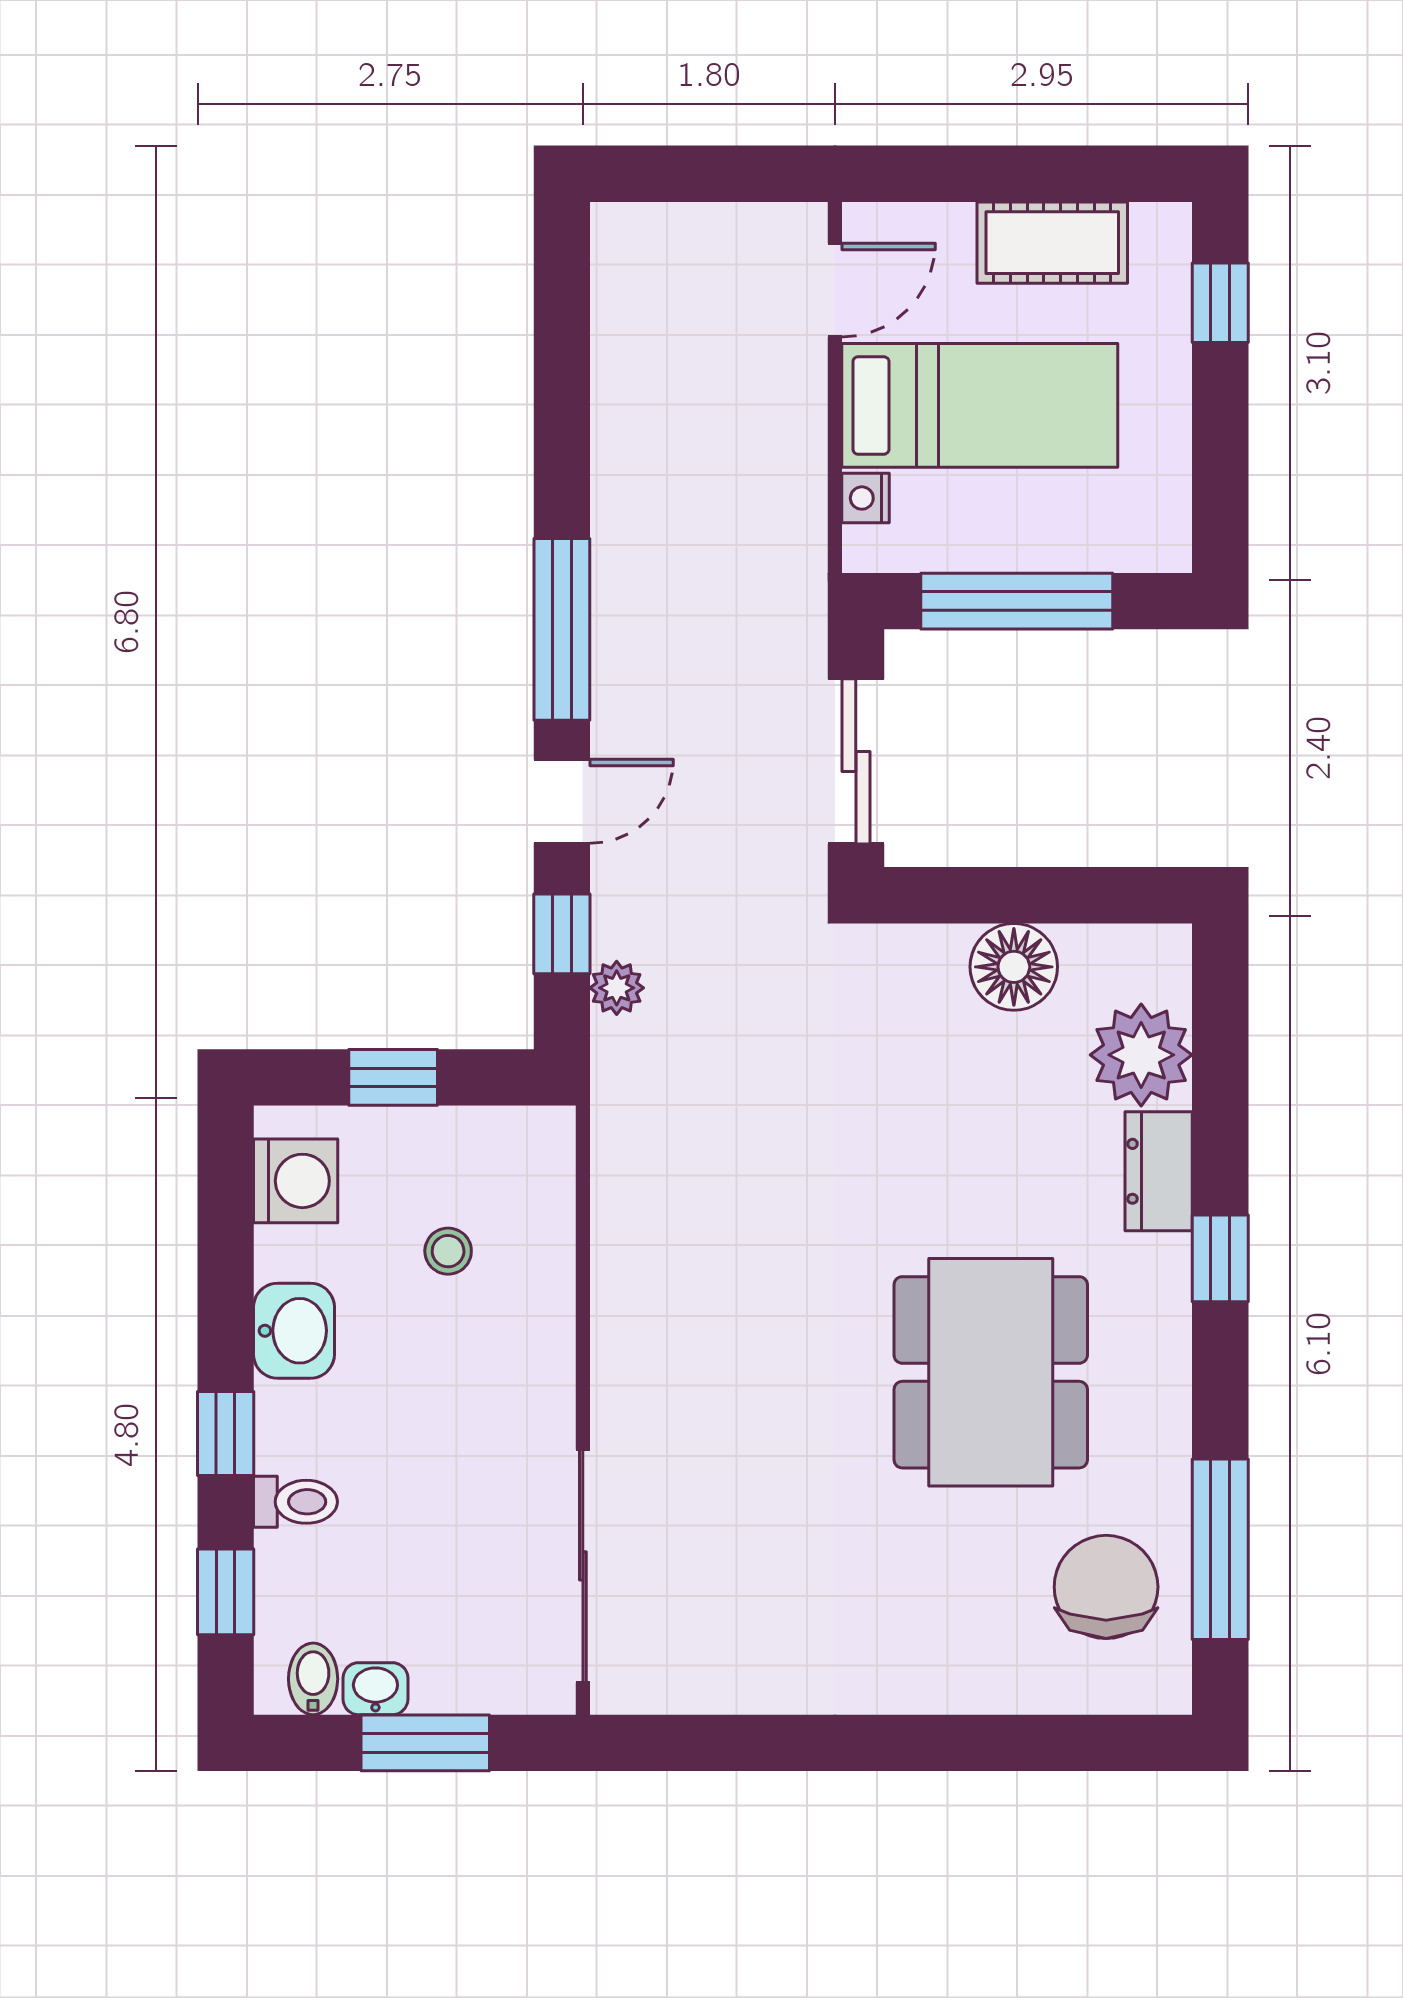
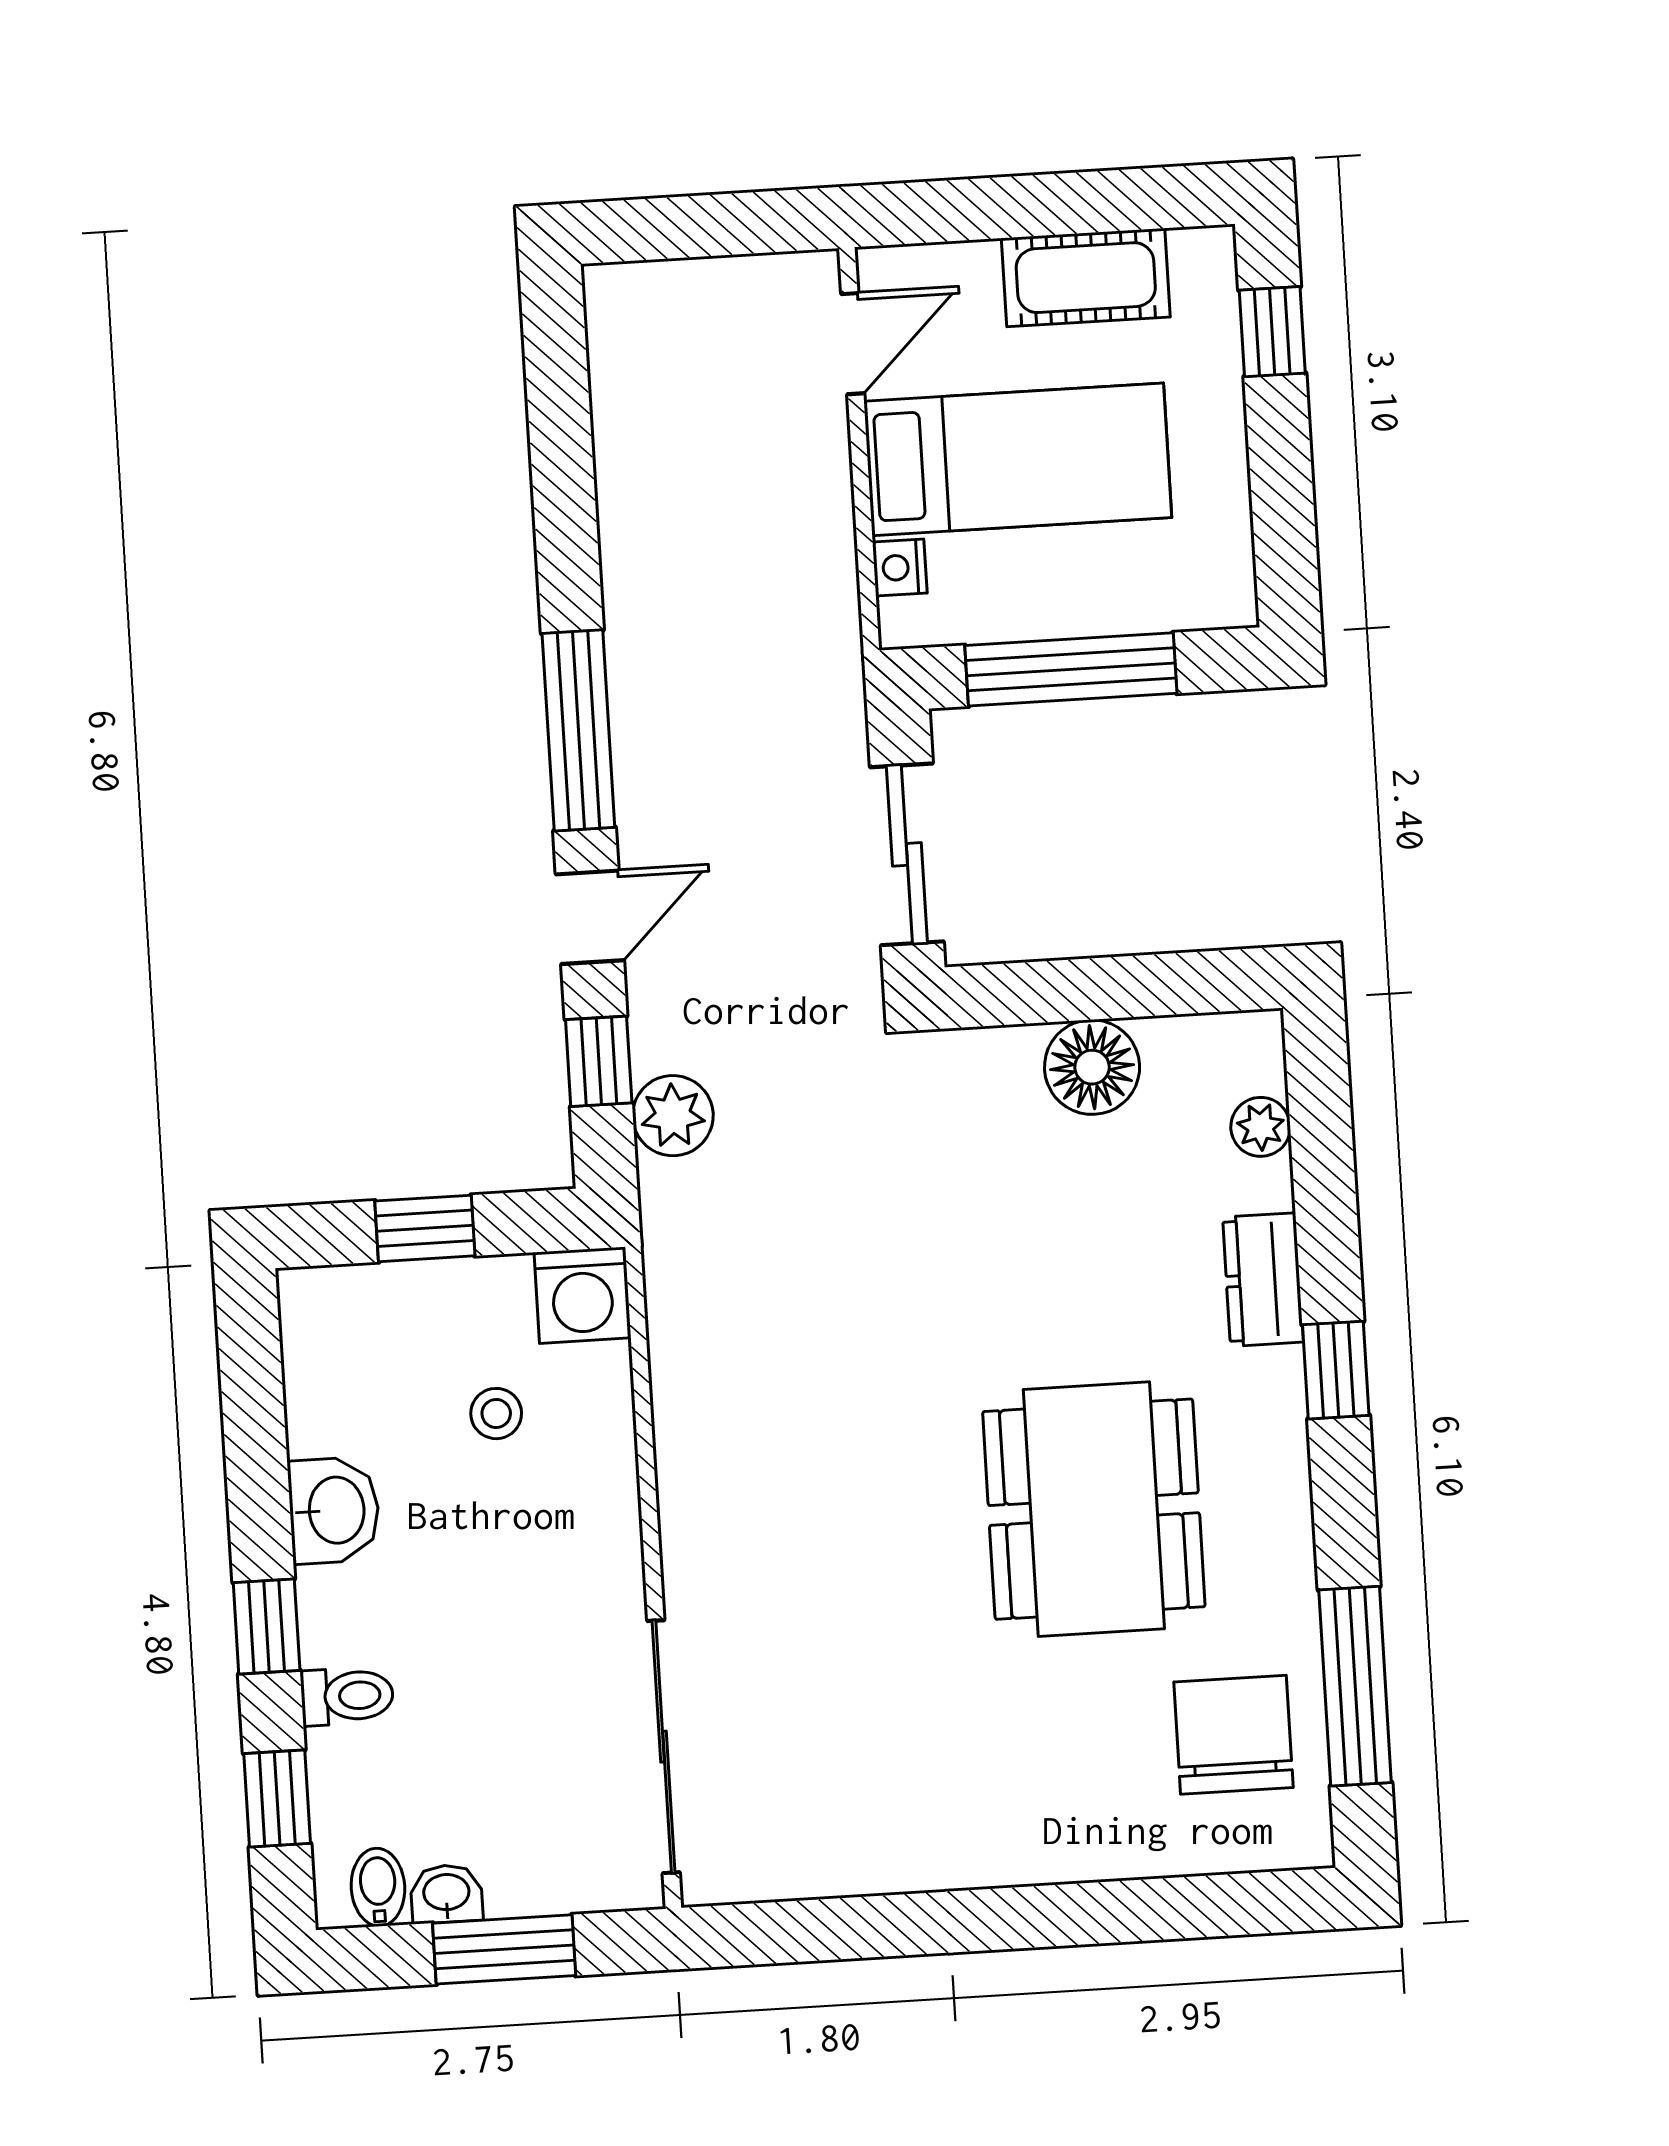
plant: (617, 988) -> (673, 1116), width x1.38, depth x1.38
plant: (1141, 1055) -> (1261, 1127), width x0.53, depth x0.53
washing machine: (296, 1181) -> (582, 1295), moved, turned 90

